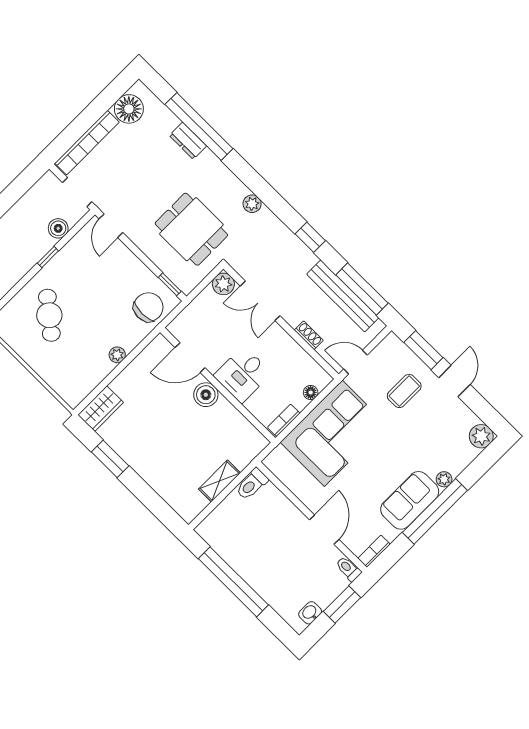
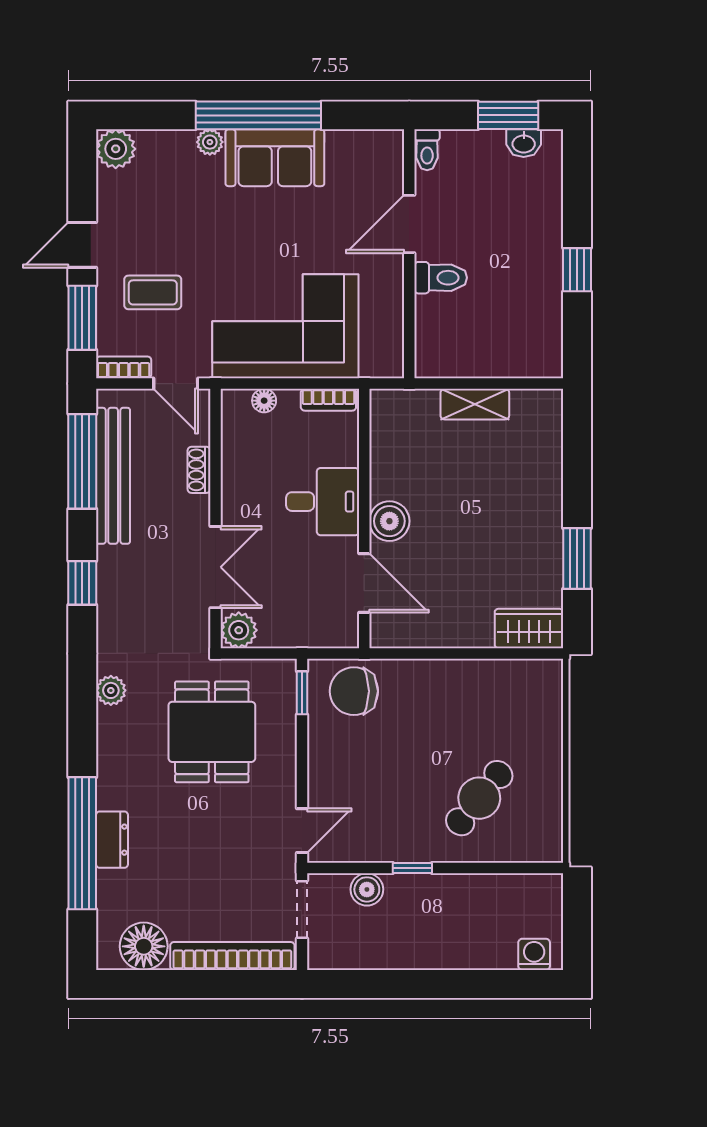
plant: (117, 355) -> (446, 672), removed
toilet: (252, 484) -> (441, 278), moved
bookcase: (374, 551) -> (124, 367), moved, turned 180
window: (233, 582) -> (577, 270), width x0.32
window: (342, 605) -> (508, 115), moved

